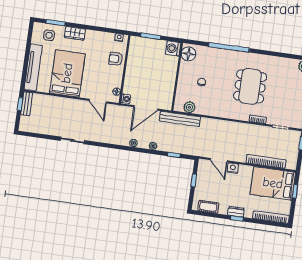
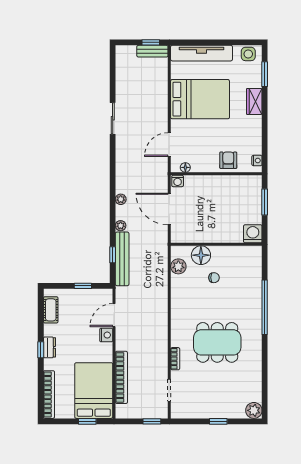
side table: (49, 35) -> (248, 54), moved
floor lamp: (189, 54) -> (201, 255), moved
bench: (180, 119) -> (122, 259), moved

